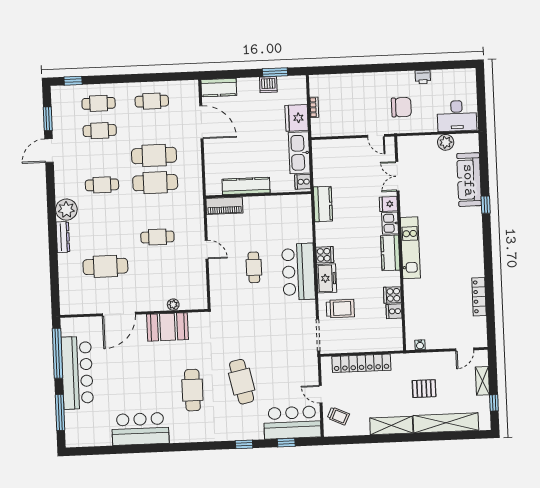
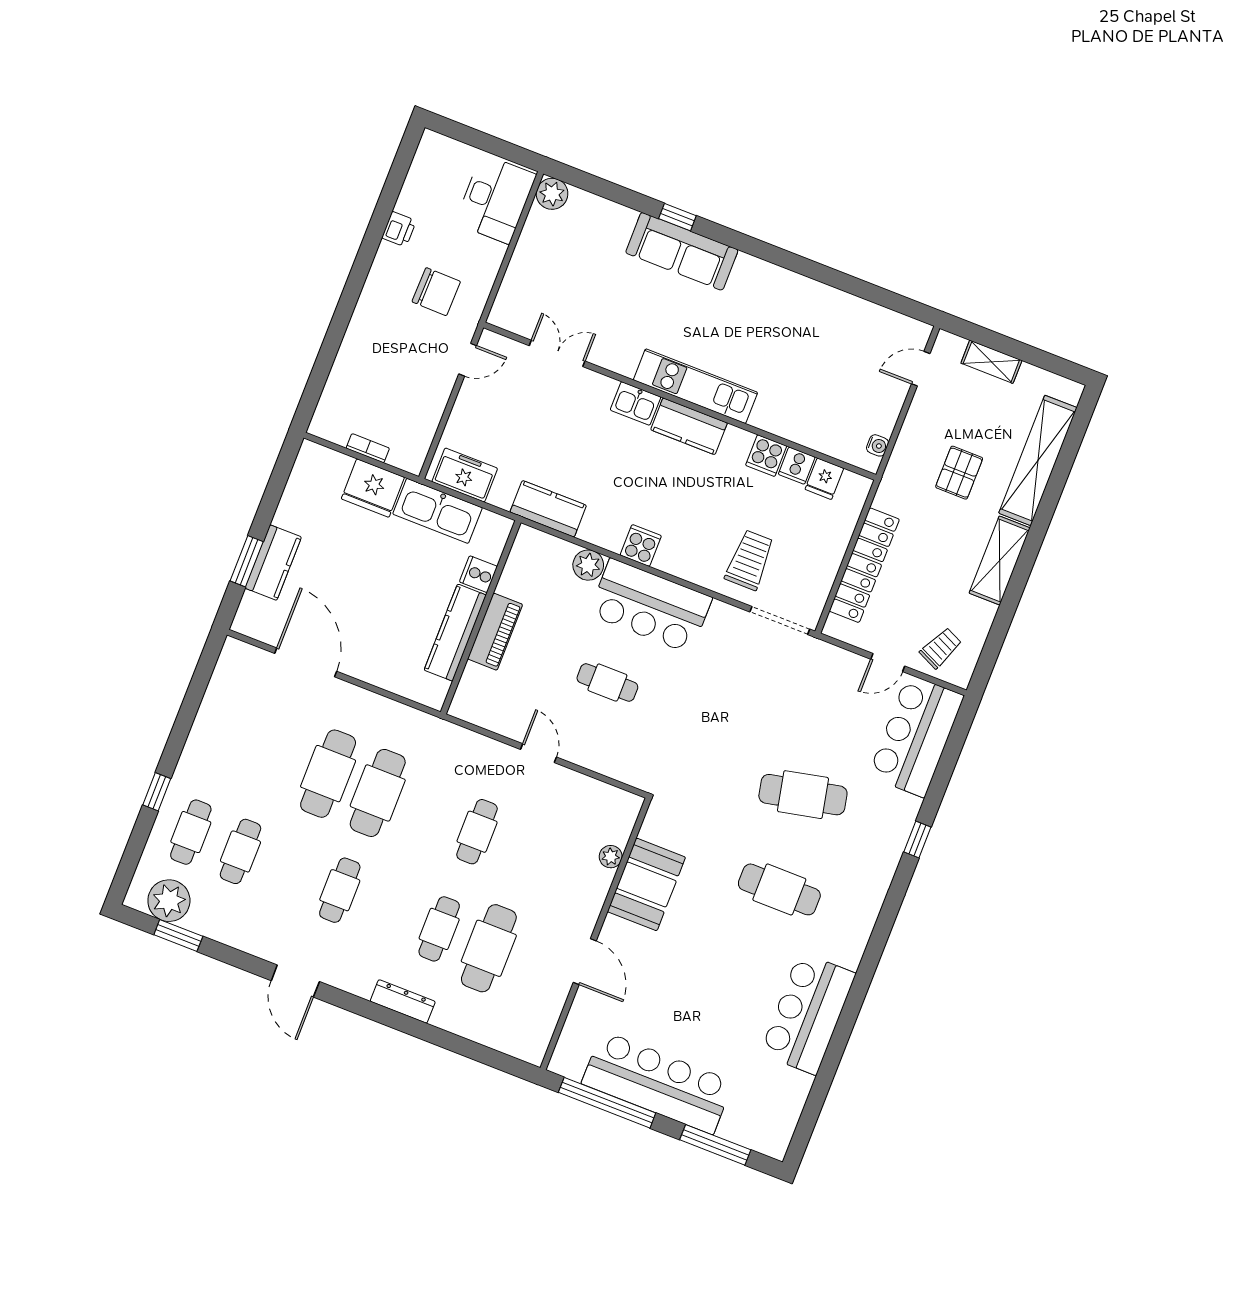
window: (275, 72) -> (247, 561), moved
window: (73, 81) -> (157, 792), moved
dishwasher: (268, 85) -> (291, 513), removed
kitchen counter: (219, 88) -> (273, 563), moved
cafe table: (152, 101) -> (439, 929), moved
chair: (401, 107) -> (436, 292), turned 91
door: (201, 122) -> (306, 662), hinge flipped
plant: (446, 142) -> (552, 194), moved
door: (49, 151) -> (295, 981), moved
double door: (397, 176) -> (557, 353), swing flipped
sofa: (469, 180) -> (682, 251), moved
cooker: (303, 182) -> (478, 574), moved, turned 90
fridge: (388, 204) -> (824, 479), moved
piano: (224, 206) -> (495, 632), moved
plant: (66, 210) -> (169, 901), moved
plant: (305, 234) -> (588, 565), added
door: (207, 250) -> (538, 753), hinge flipped
freezer: (327, 278) -> (465, 475), moved
locker: (479, 297) -> (838, 302), removed
door: (119, 314) -> (585, 962), width x0.73
door: (465, 349) -> (921, 369), swing flipped
window: (494, 403) -> (1040, 358), removed
window: (286, 443) -> (947, 762), removed

